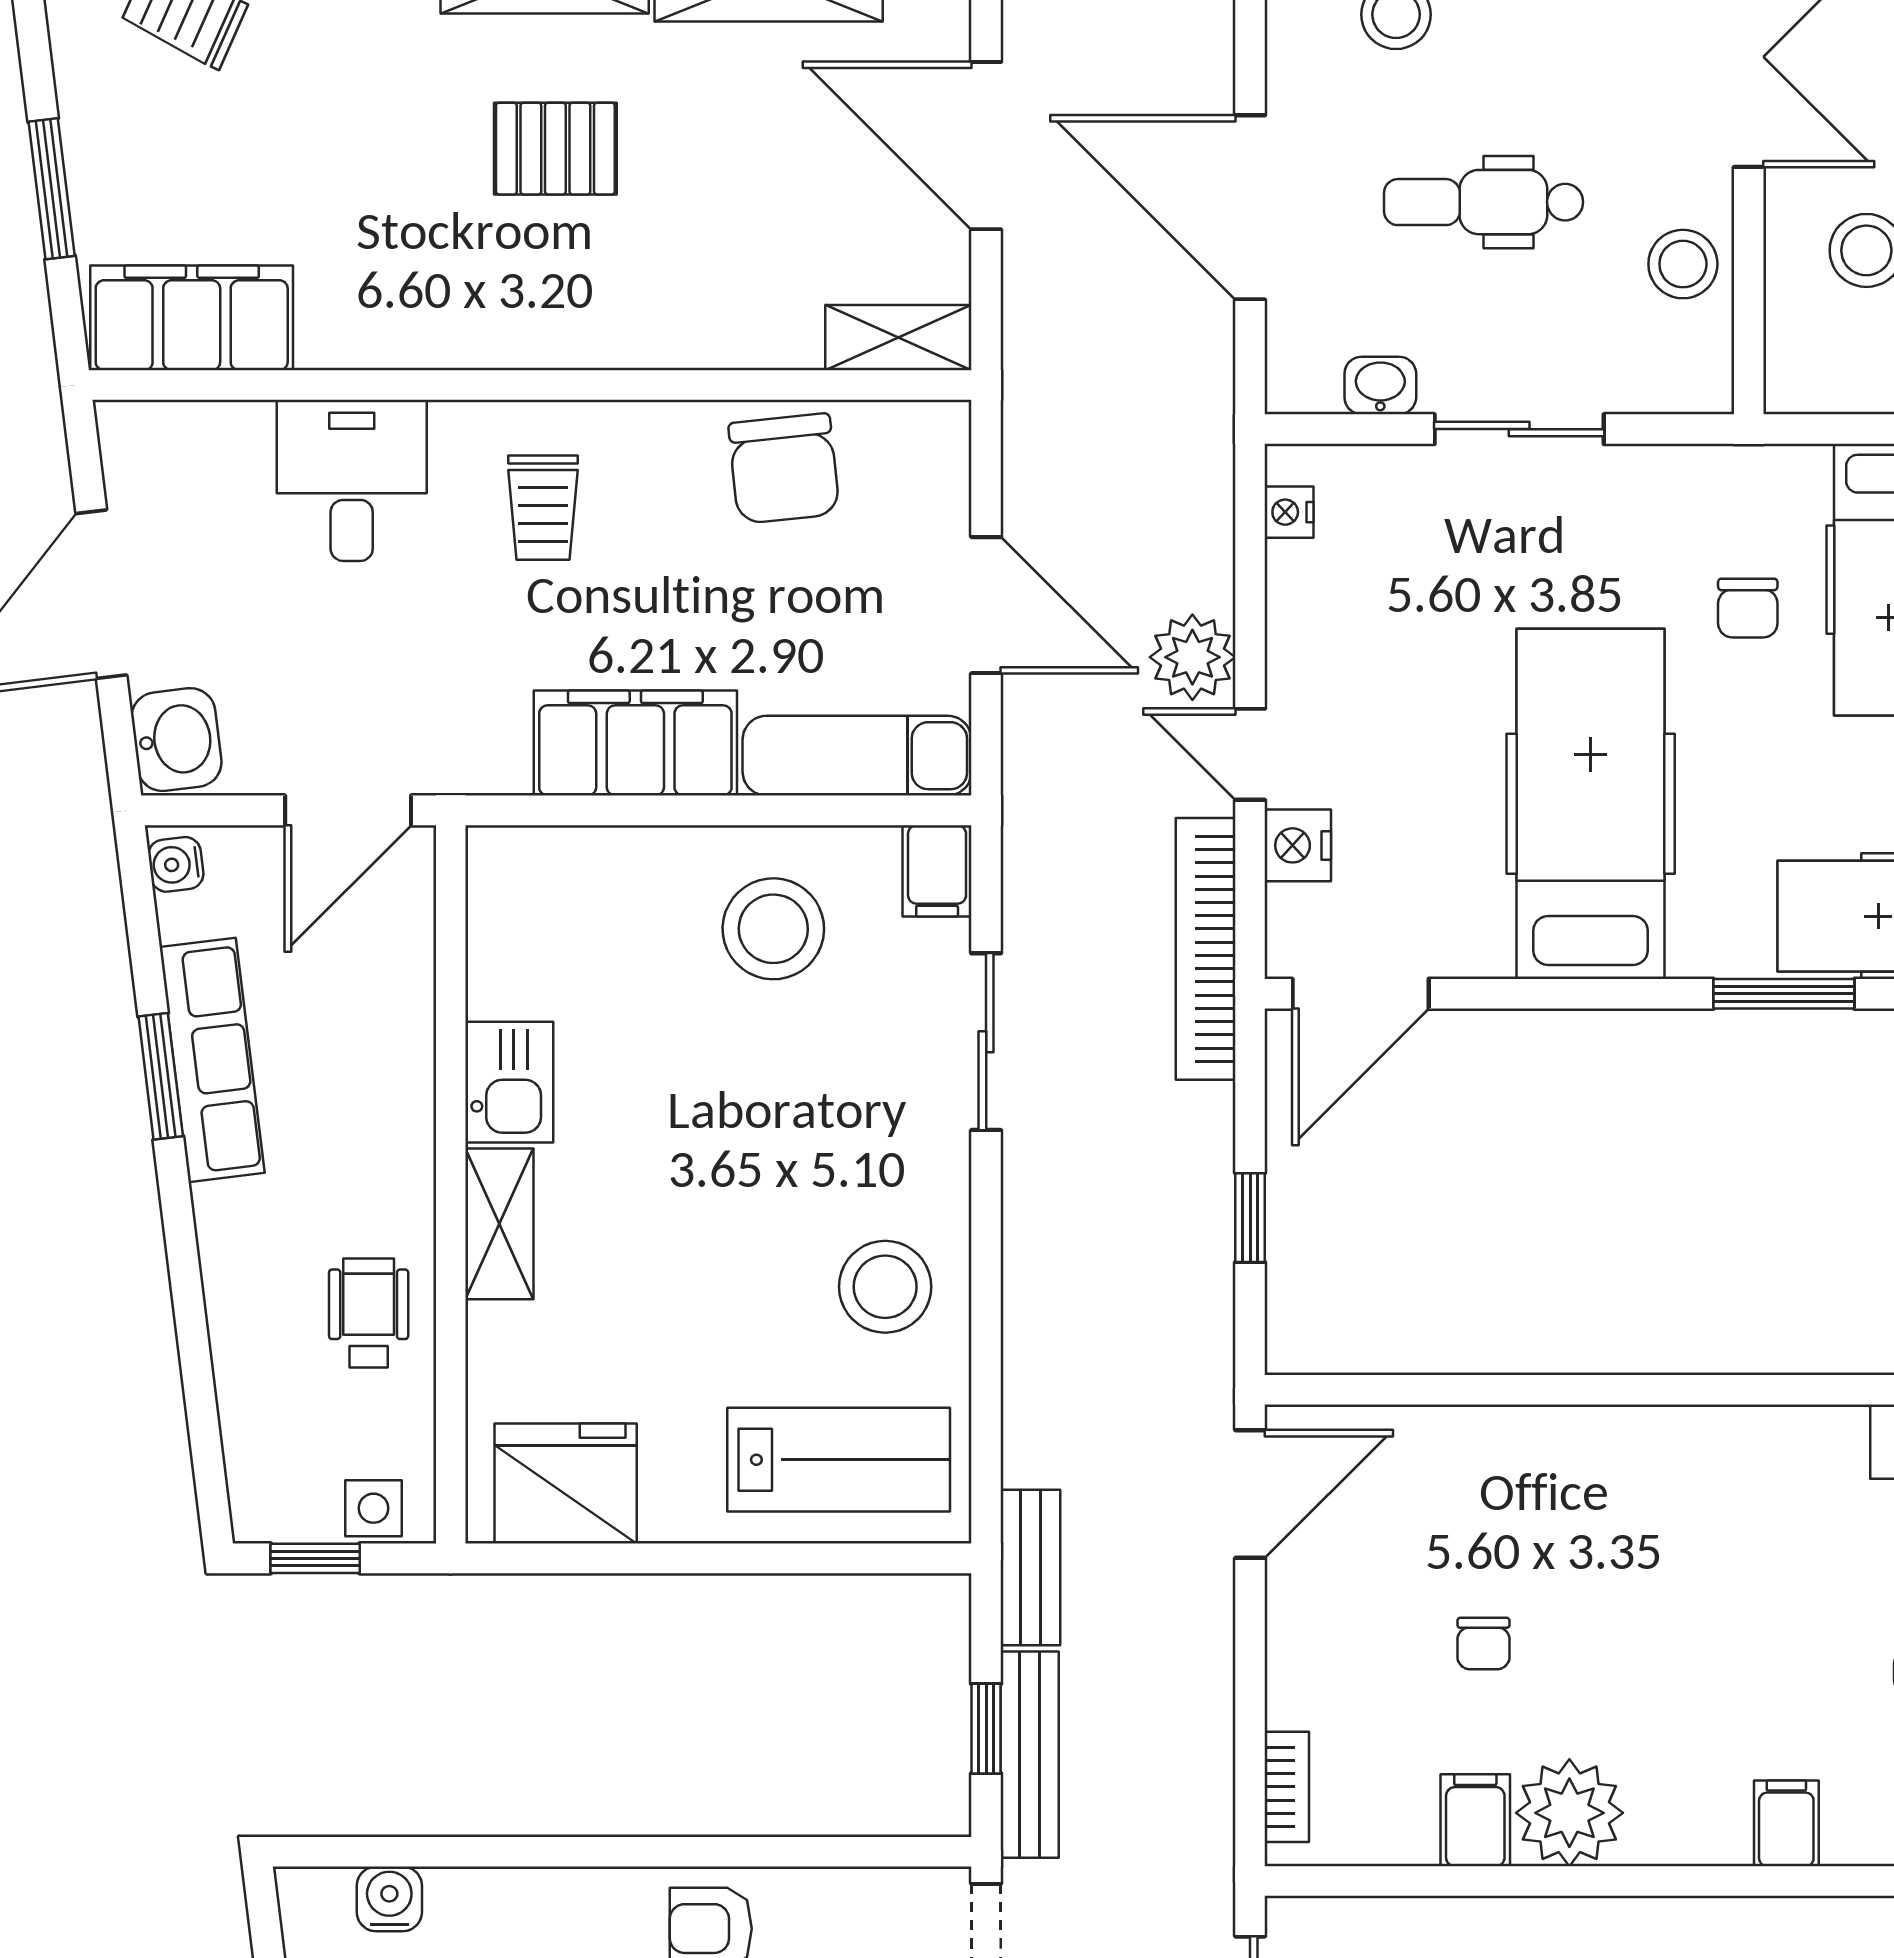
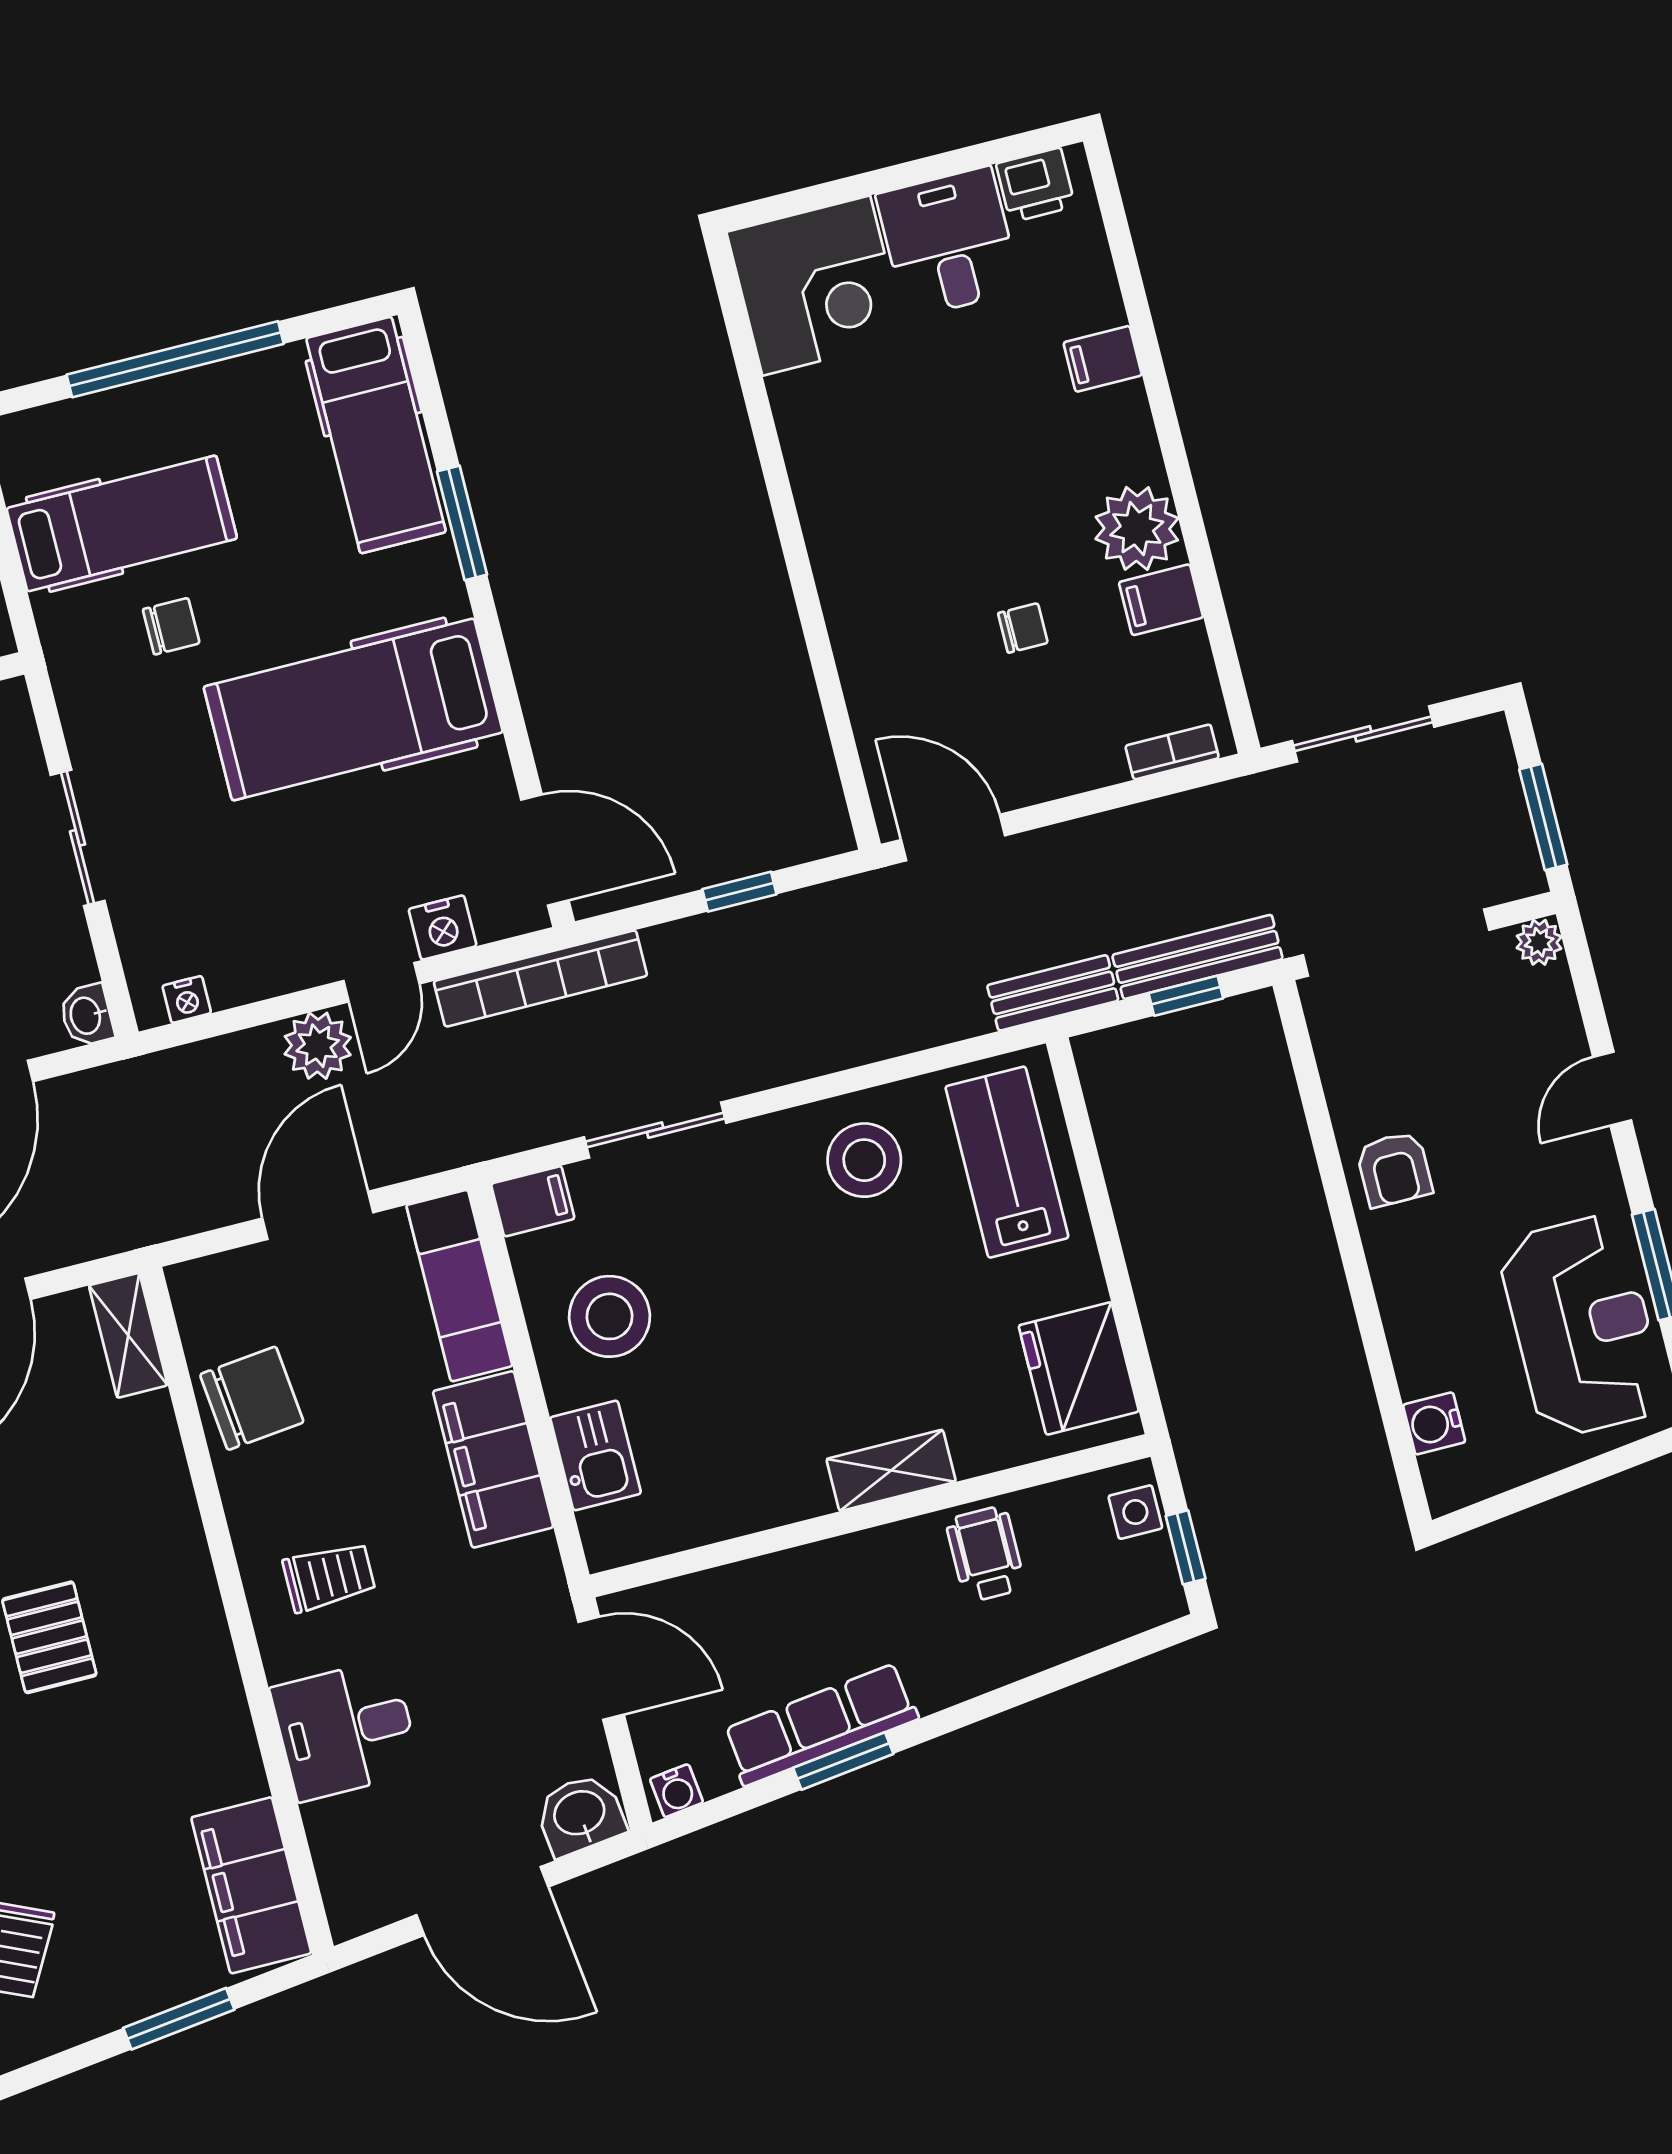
washbasin: (1380, 385) -> (87, 1015), moved
kitchen sink: (509, 1082) -> (596, 1455), moved, turned 90
wheelchair: (369, 1313) -> (985, 1554), turned 90

